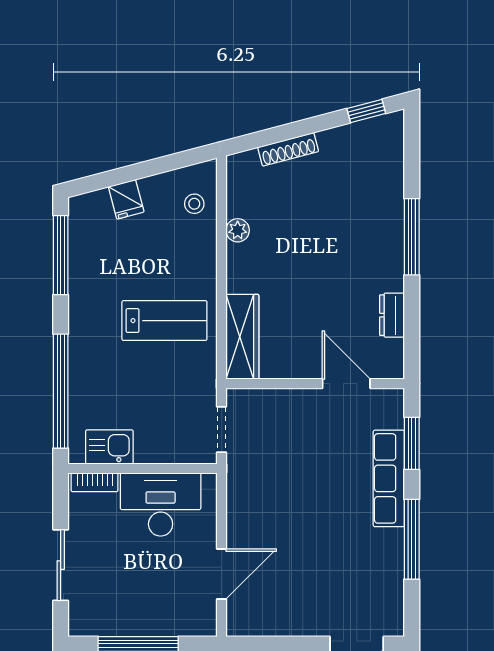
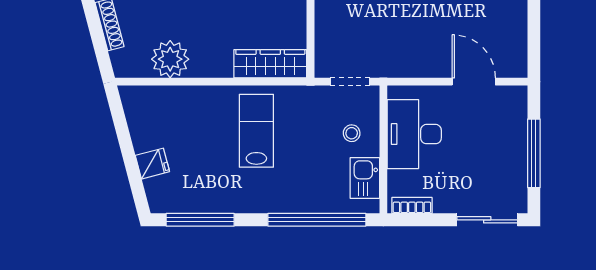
stool: (194, 204) -> (352, 133), moved
plant: (238, 230) -> (170, 59), width x1.88, depth x1.88
bookcase: (95, 482) -> (412, 205), moved, turned -90
sliding door: (61, 565) -> (487, 220), moved

